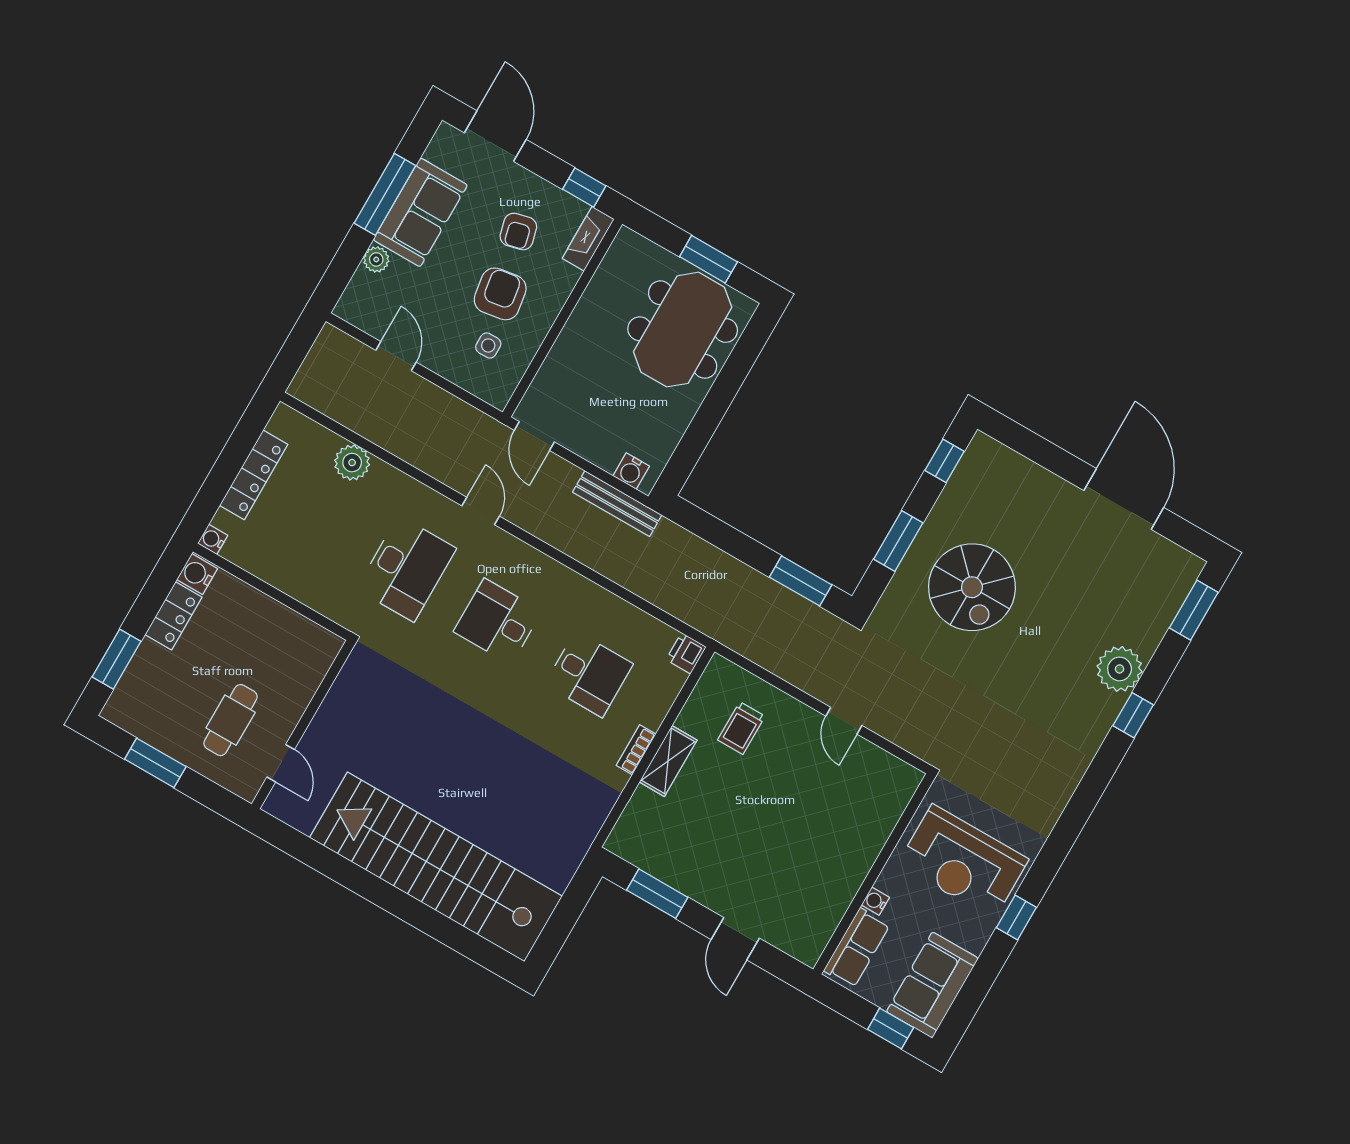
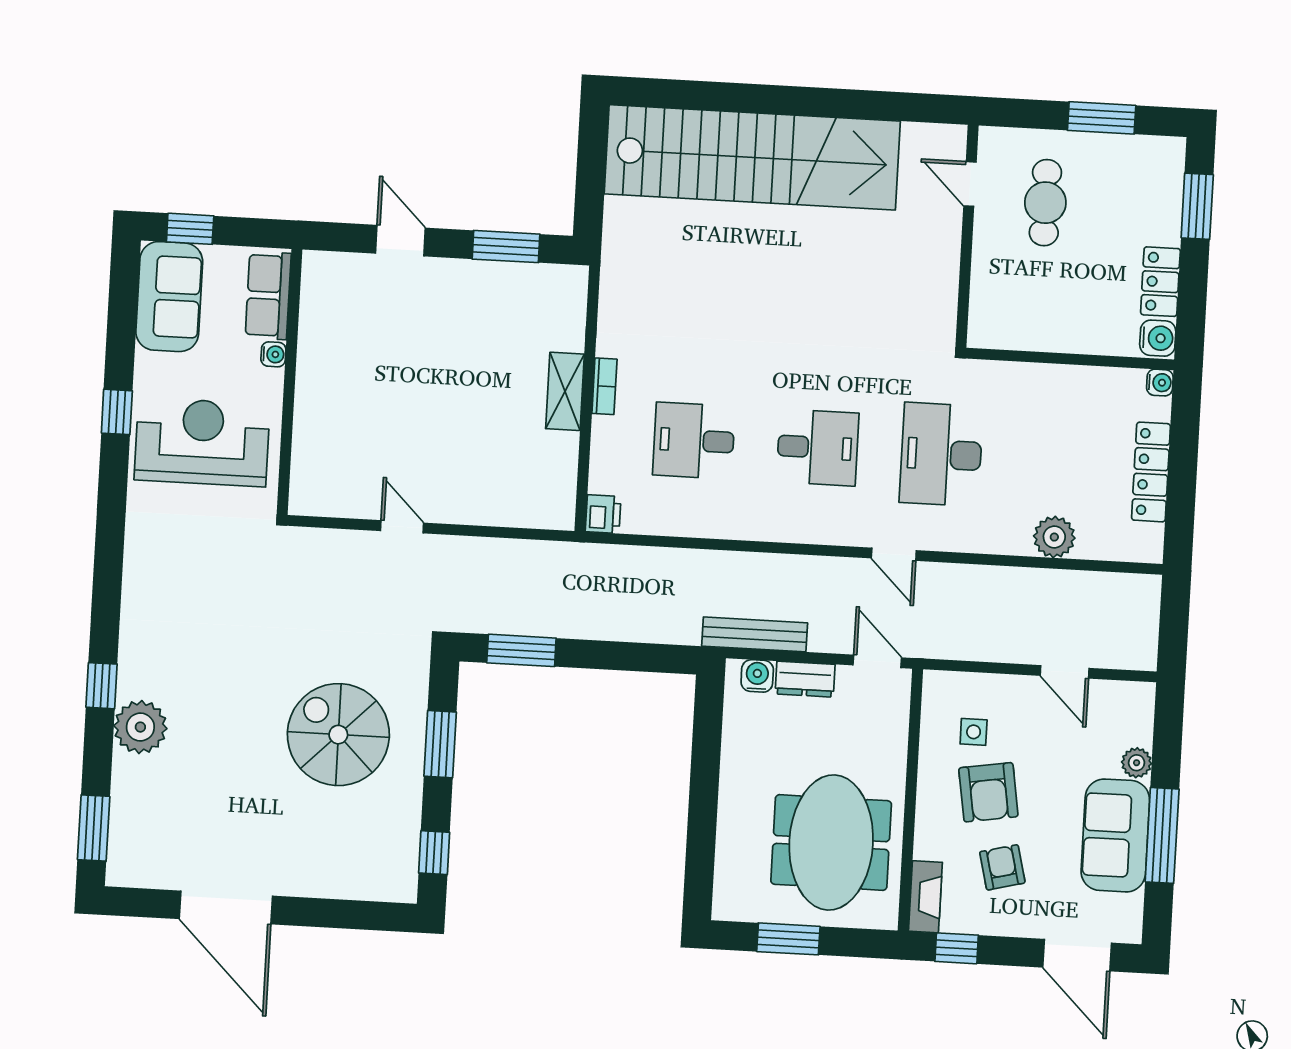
meeting table: (683, 330) -> (831, 843), moved
dresser: (596, 450) -> (805, 679), added
trolley: (741, 728) -> (506, 465), removed

